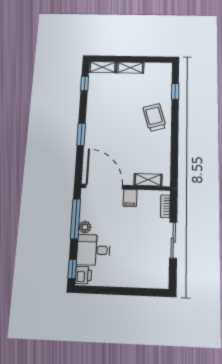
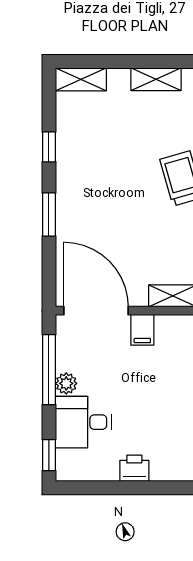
shelving: (130, 68) -> (156, 79), moved
window: (85, 83) -> (49, 147), moved
printer: (83, 275) -> (134, 468), moved, turned -90

